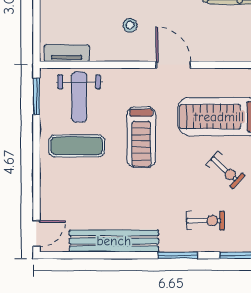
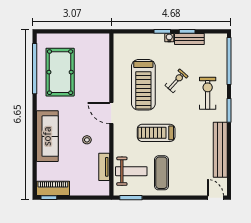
tv unit: (67, 53) -> (104, 167), moved
door: (173, 65) -> (111, 113), hinge flipped
treadmill: (141, 137) -> (156, 133), turned 180
exercise bike: (205, 221) -> (208, 93), width x1.38, depth x1.39

